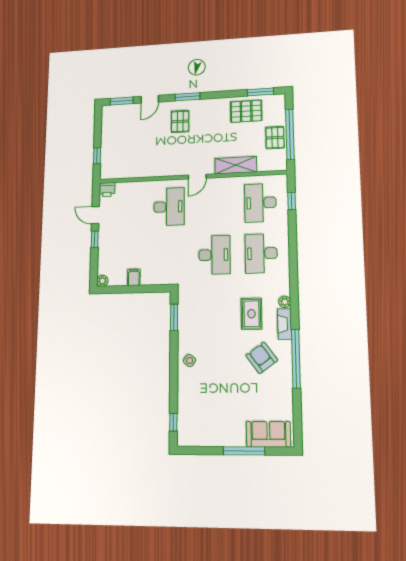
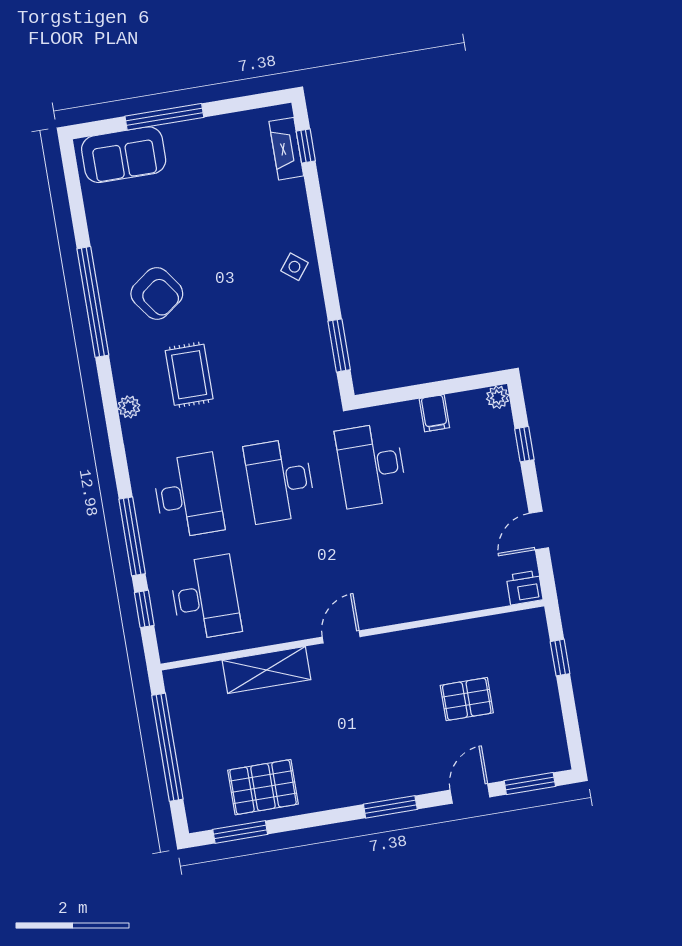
pallet: (180, 121) -> (467, 699), moved, turned 90
pallet: (275, 138) -> (196, 737), removed
desk: (169, 207) -> (371, 465), moved
door: (95, 215) -> (539, 530), swing flipped
window: (293, 237) -> (132, 536), added
window: (95, 239) -> (524, 444), moved
fireplace: (285, 324) -> (286, 149), moved, turned 180

